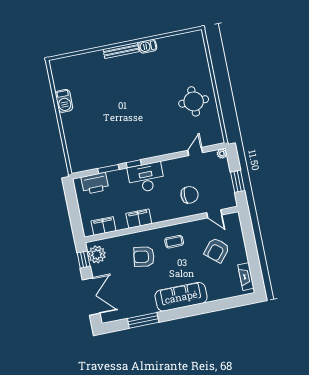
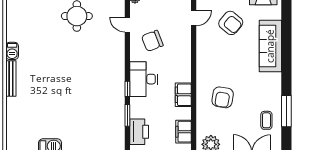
chair: (190, 195) -> (152, 41), moved, turned -111
coffee table: (174, 242) -> (266, 120), moved
sofa: (181, 297) -> (270, 46), moved

